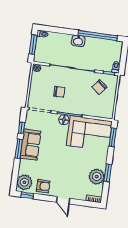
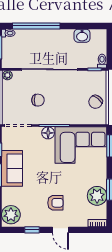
window: (98, 35) -> (36, 26), moved
washbasin: (78, 41) -> (82, 36), moved
chair: (99, 87) -> (96, 102), moved
armchair: (43, 186) -> (55, 203), moved
window: (27, 195) -> (32, 230), moved

